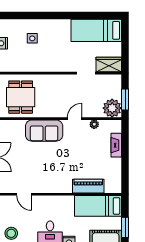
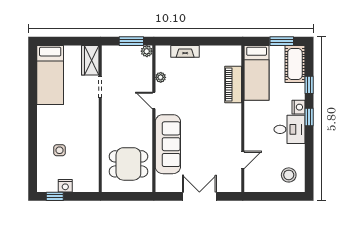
plant: (112, 108) -> (147, 51), width x0.53, depth x0.53
sofa: (44, 131) -> (168, 144), width x1.36

